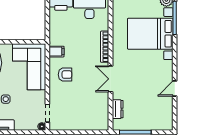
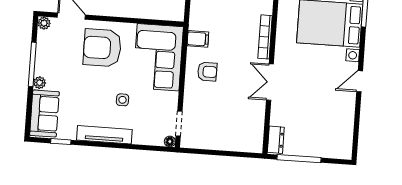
door: (175, 88) -> (360, 81), moved
dresser: (118, 109) -> (276, 140), moved

